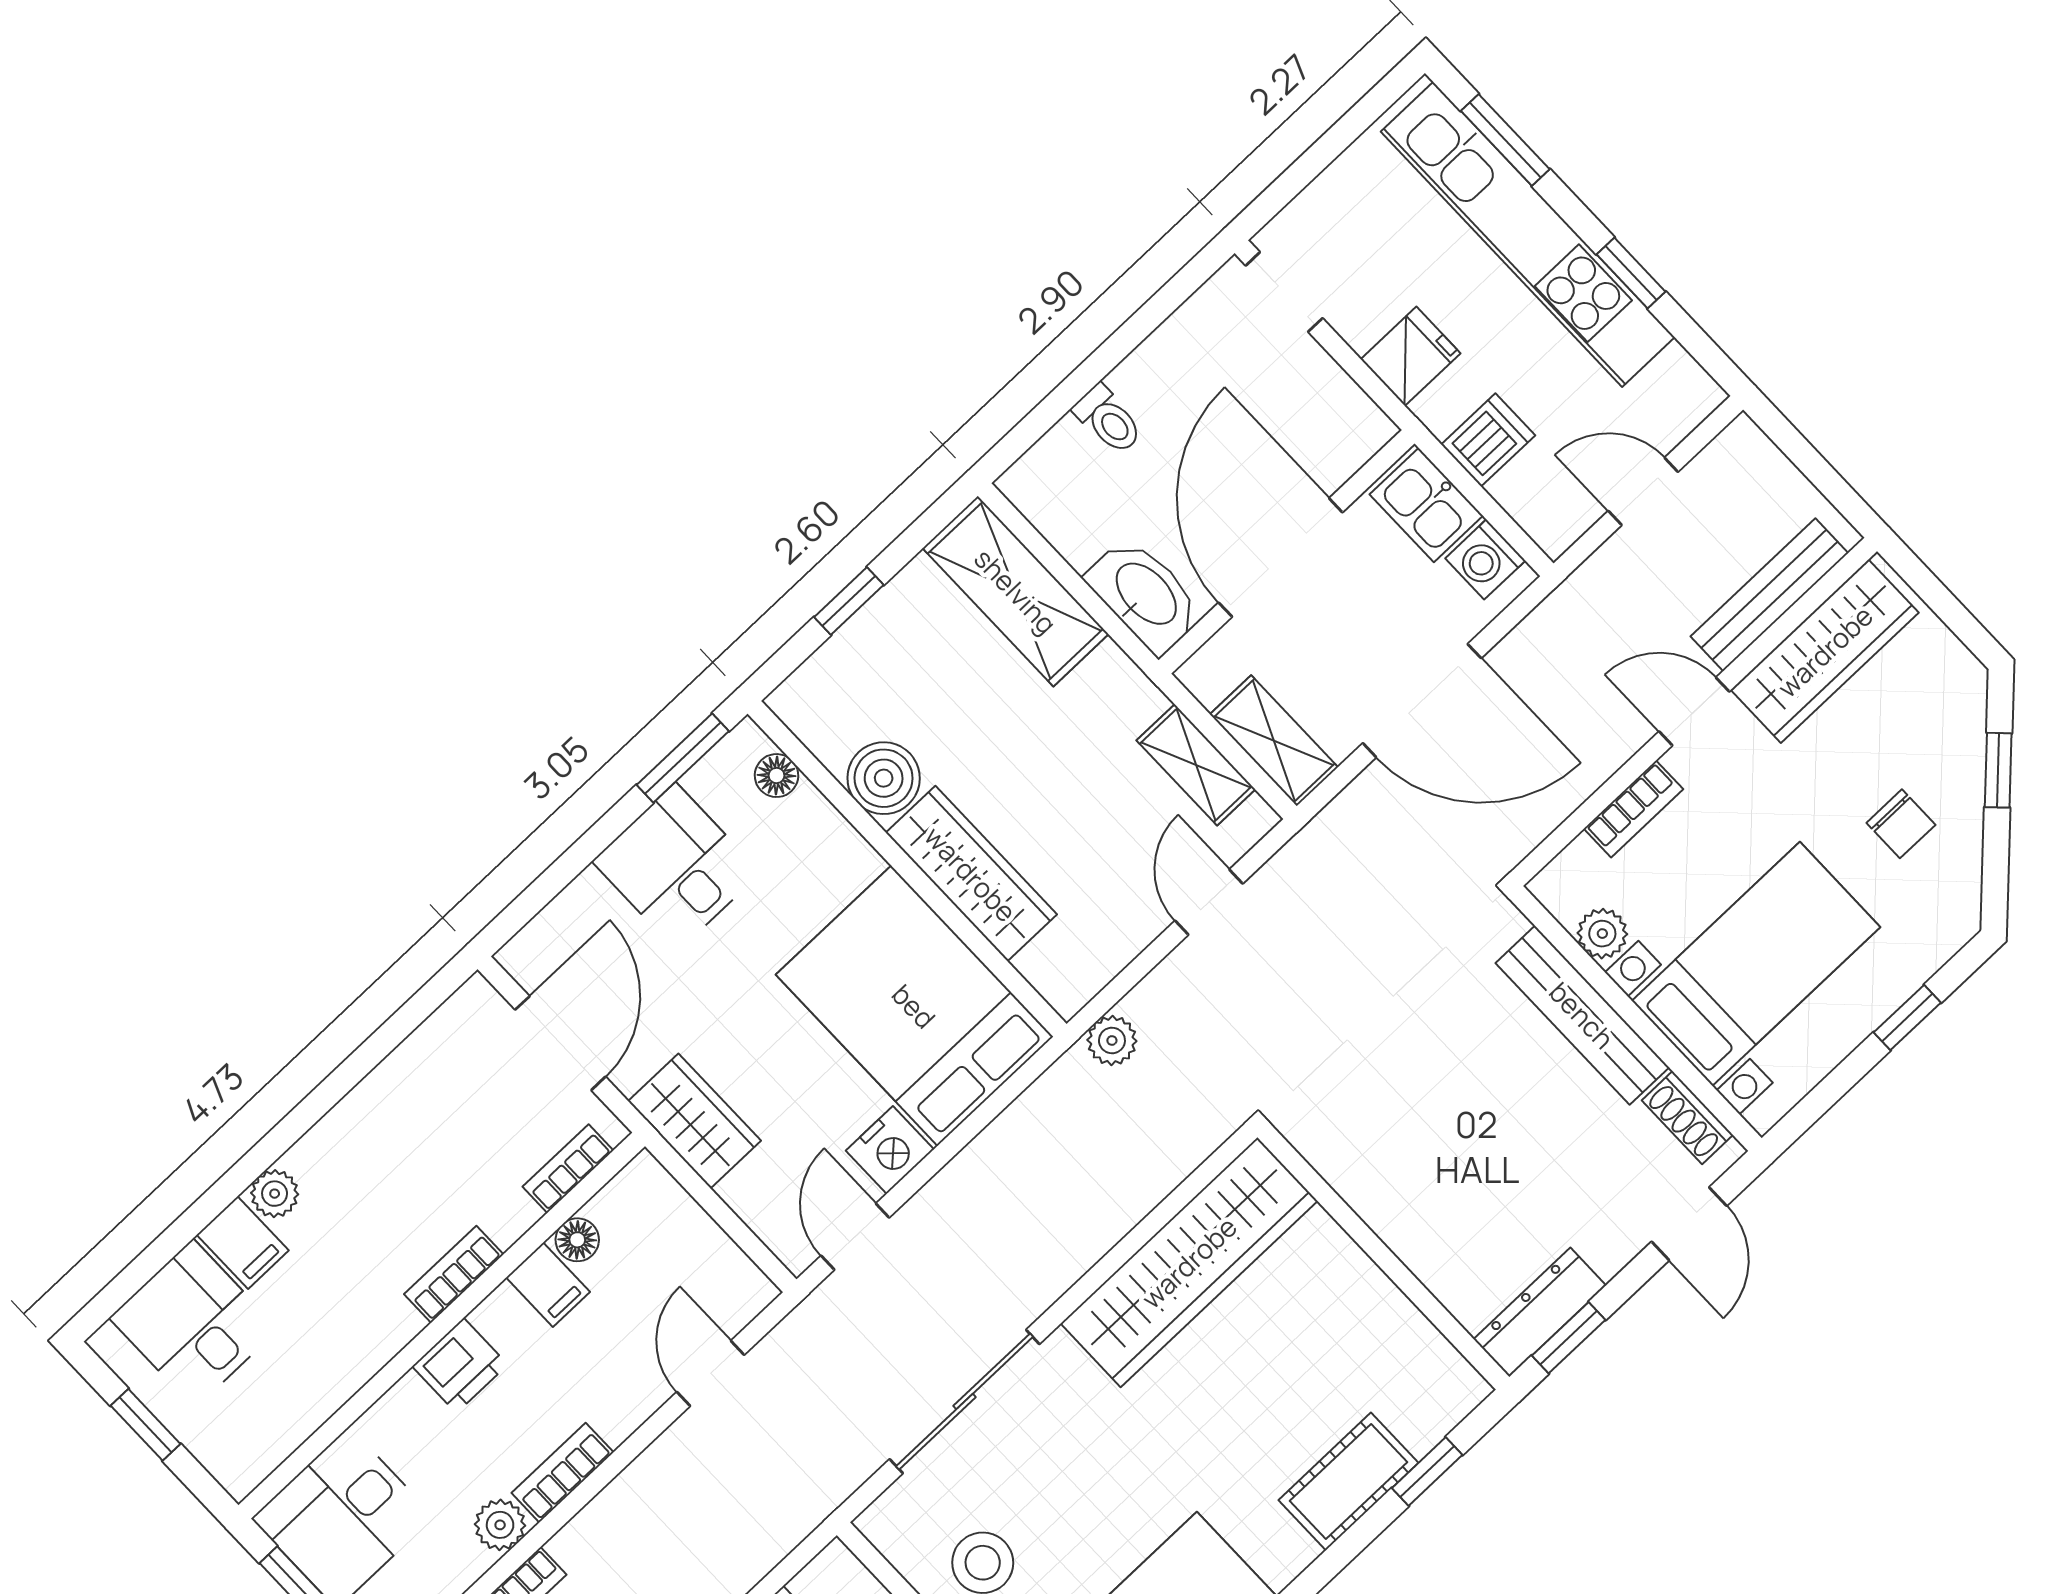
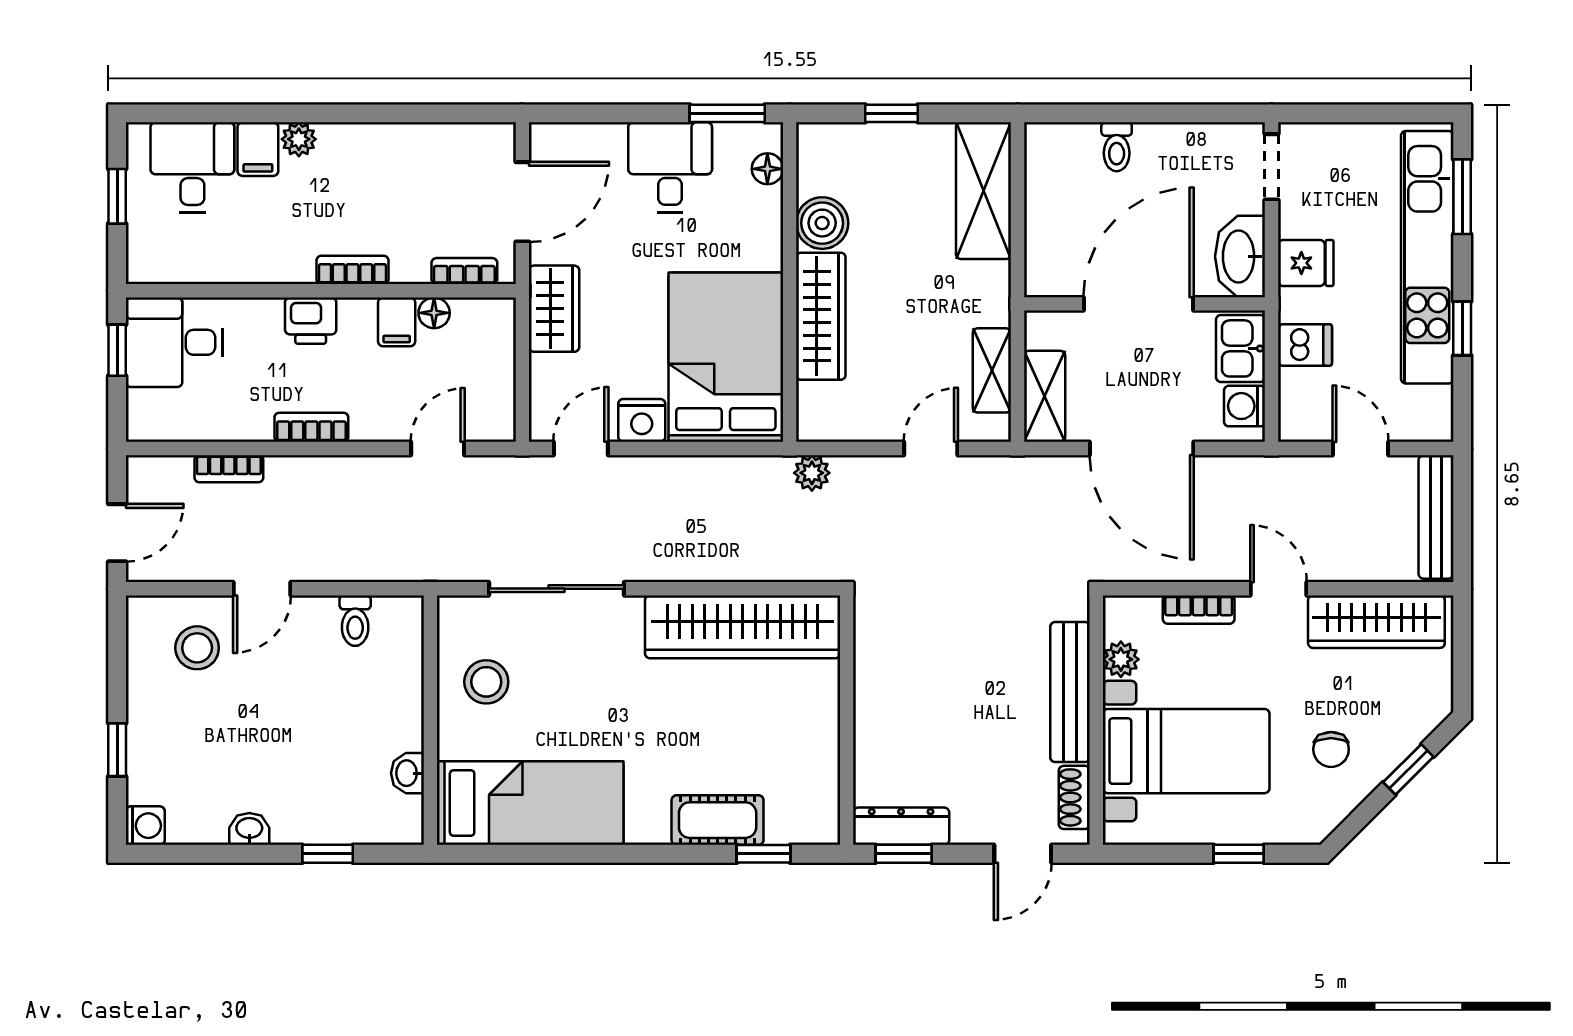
washbasin: (1145, 595) -> (1240, 256), moved, turned 180
bench: (1769, 595) -> (1436, 517), moved, turned 90
plant: (500, 1525) -> (253, 424), removed

